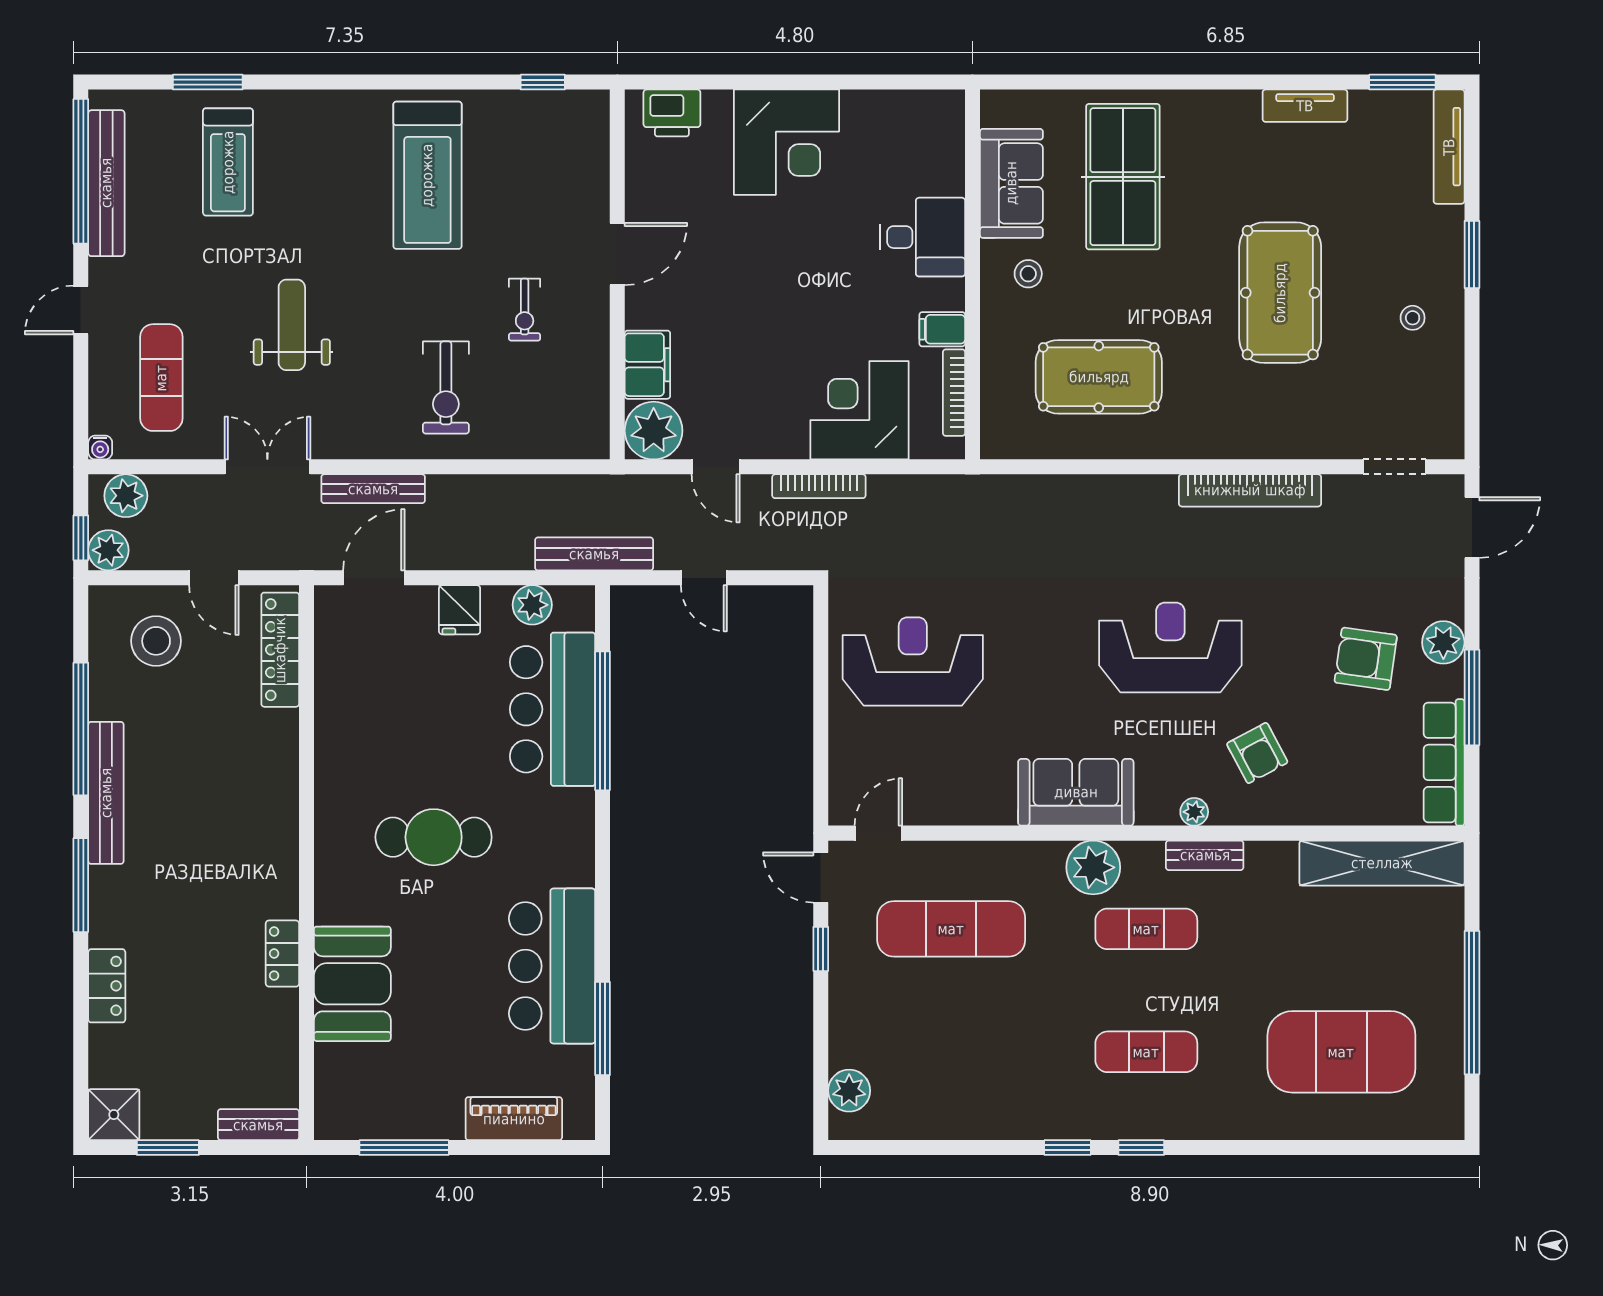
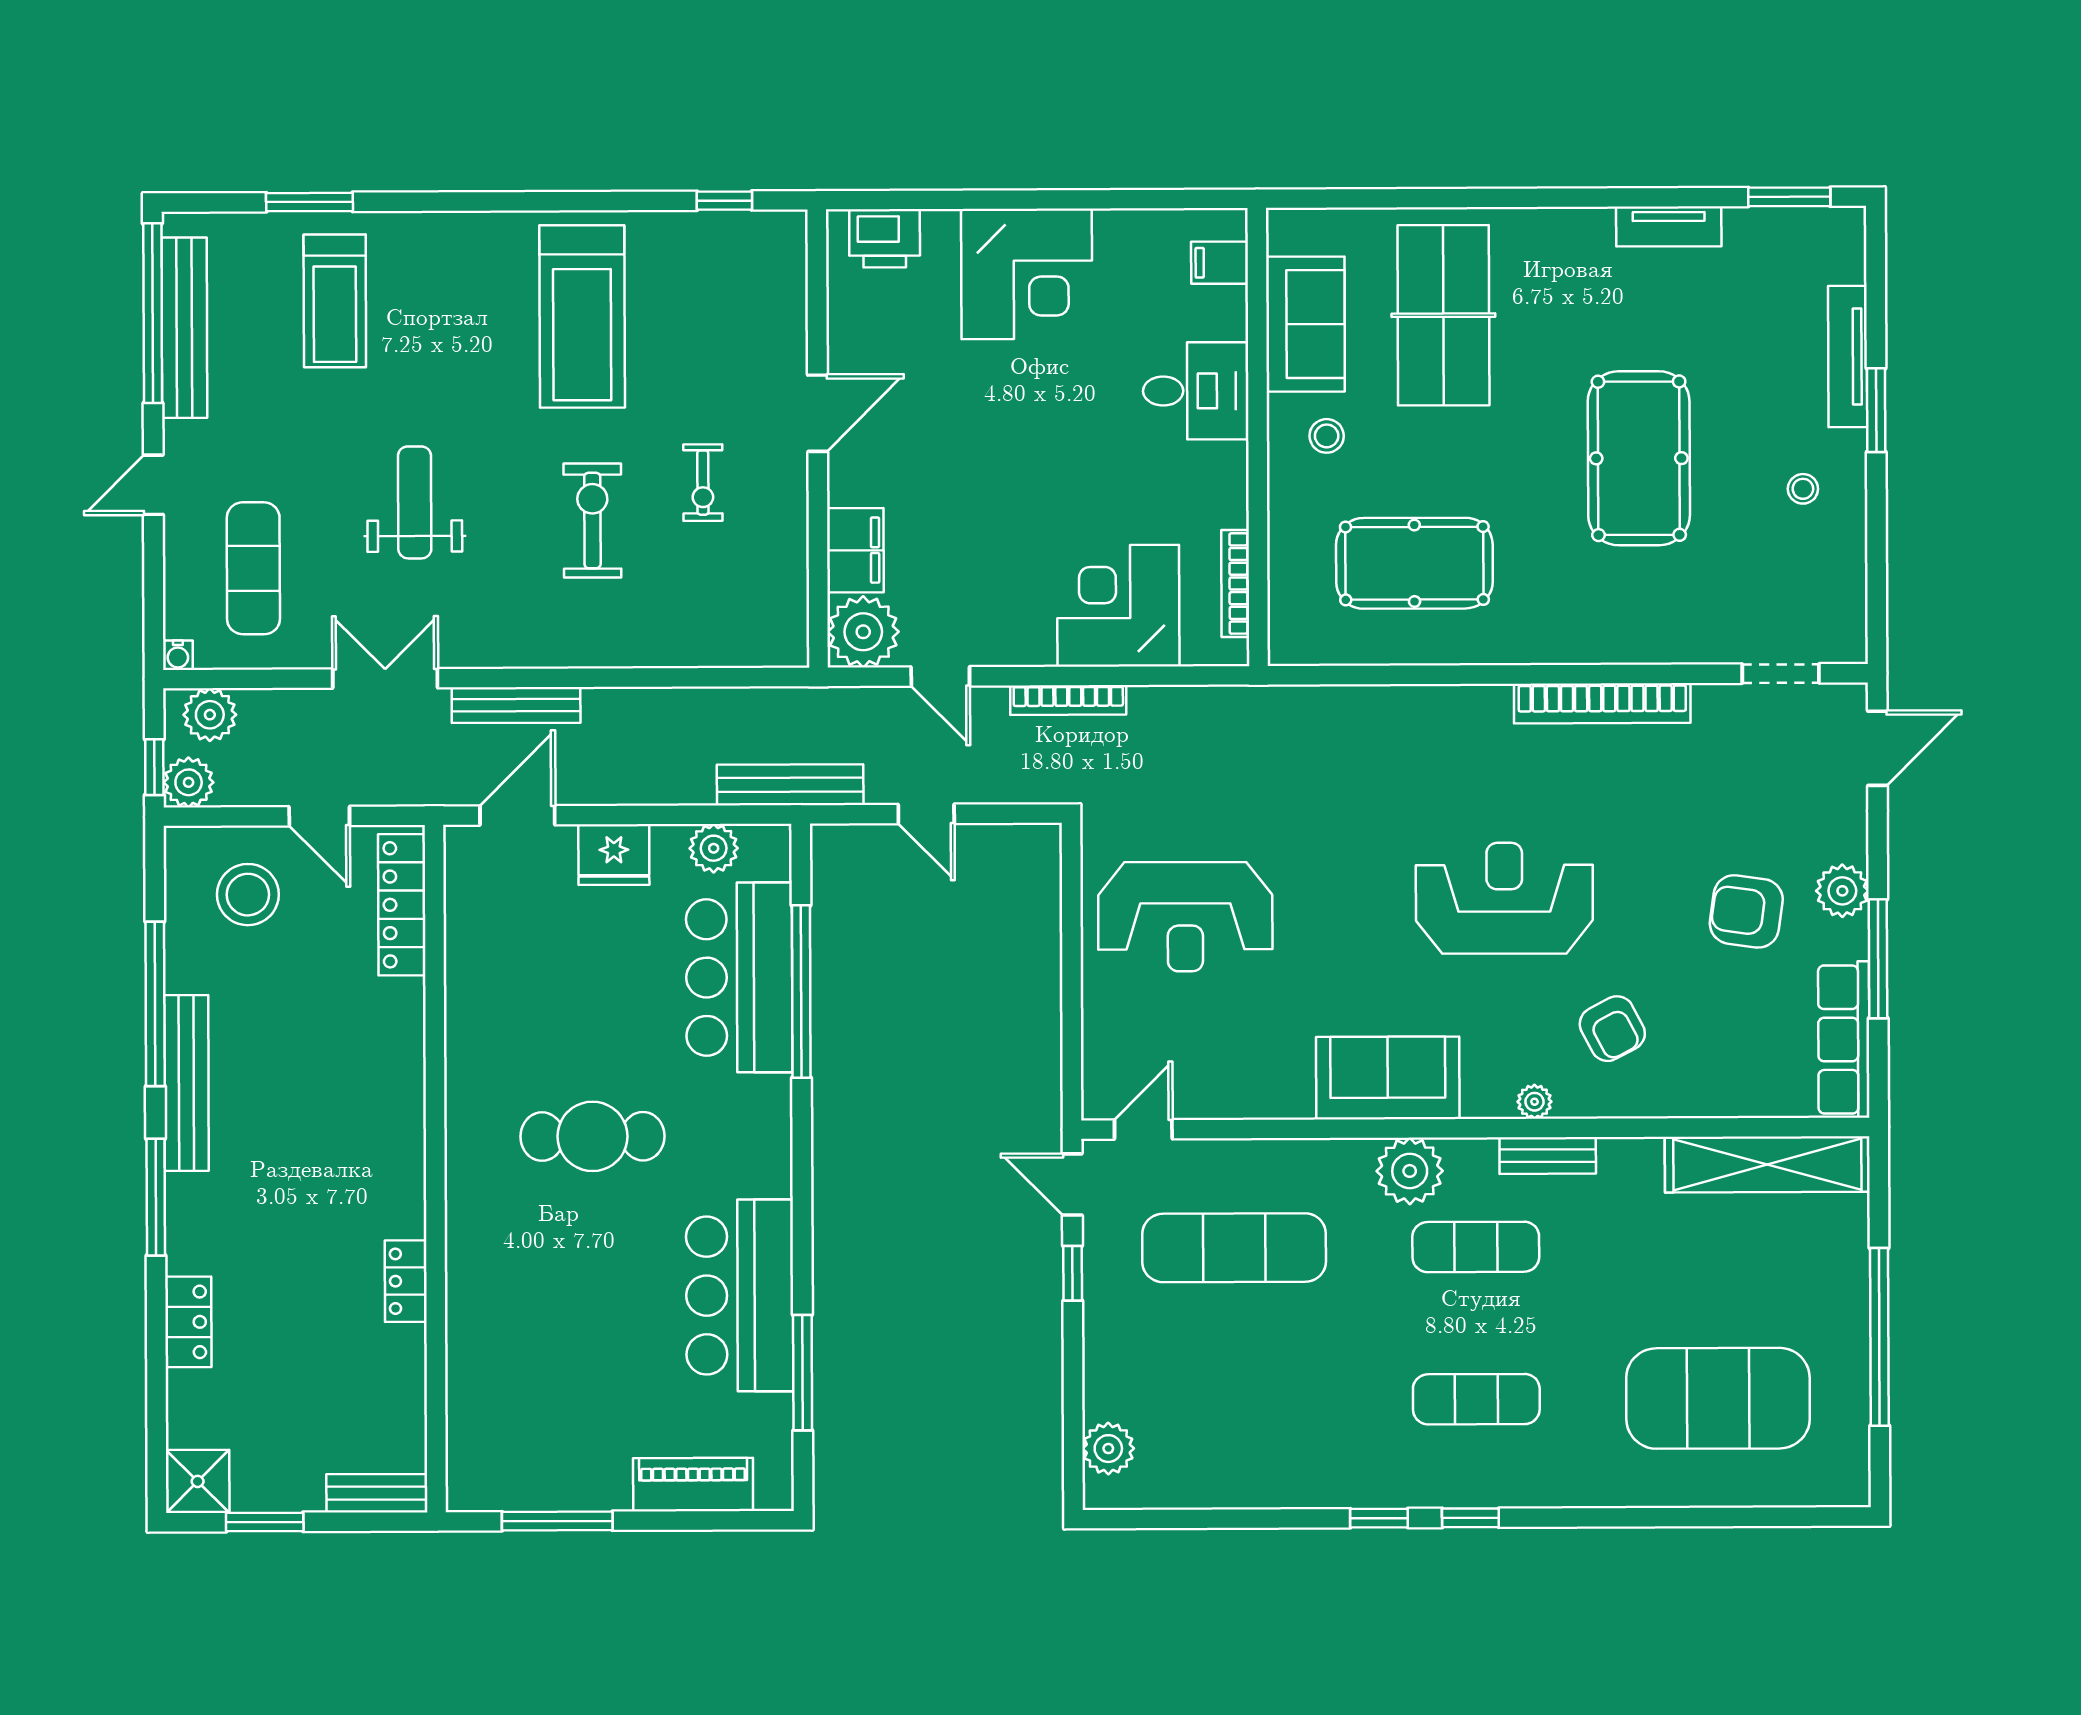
tv unit: (1449, 147) -> (1848, 356), moved
filing cabinet: (942, 329) -> (1219, 263), moved
exercise bike: (446, 388) -> (592, 521), moved, turned 180
fridge: (460, 610) -> (614, 855), width x1.38
reception desk: (913, 661) -> (1185, 917), turned 180
booth: (352, 984) -> (492, 1318), removed

